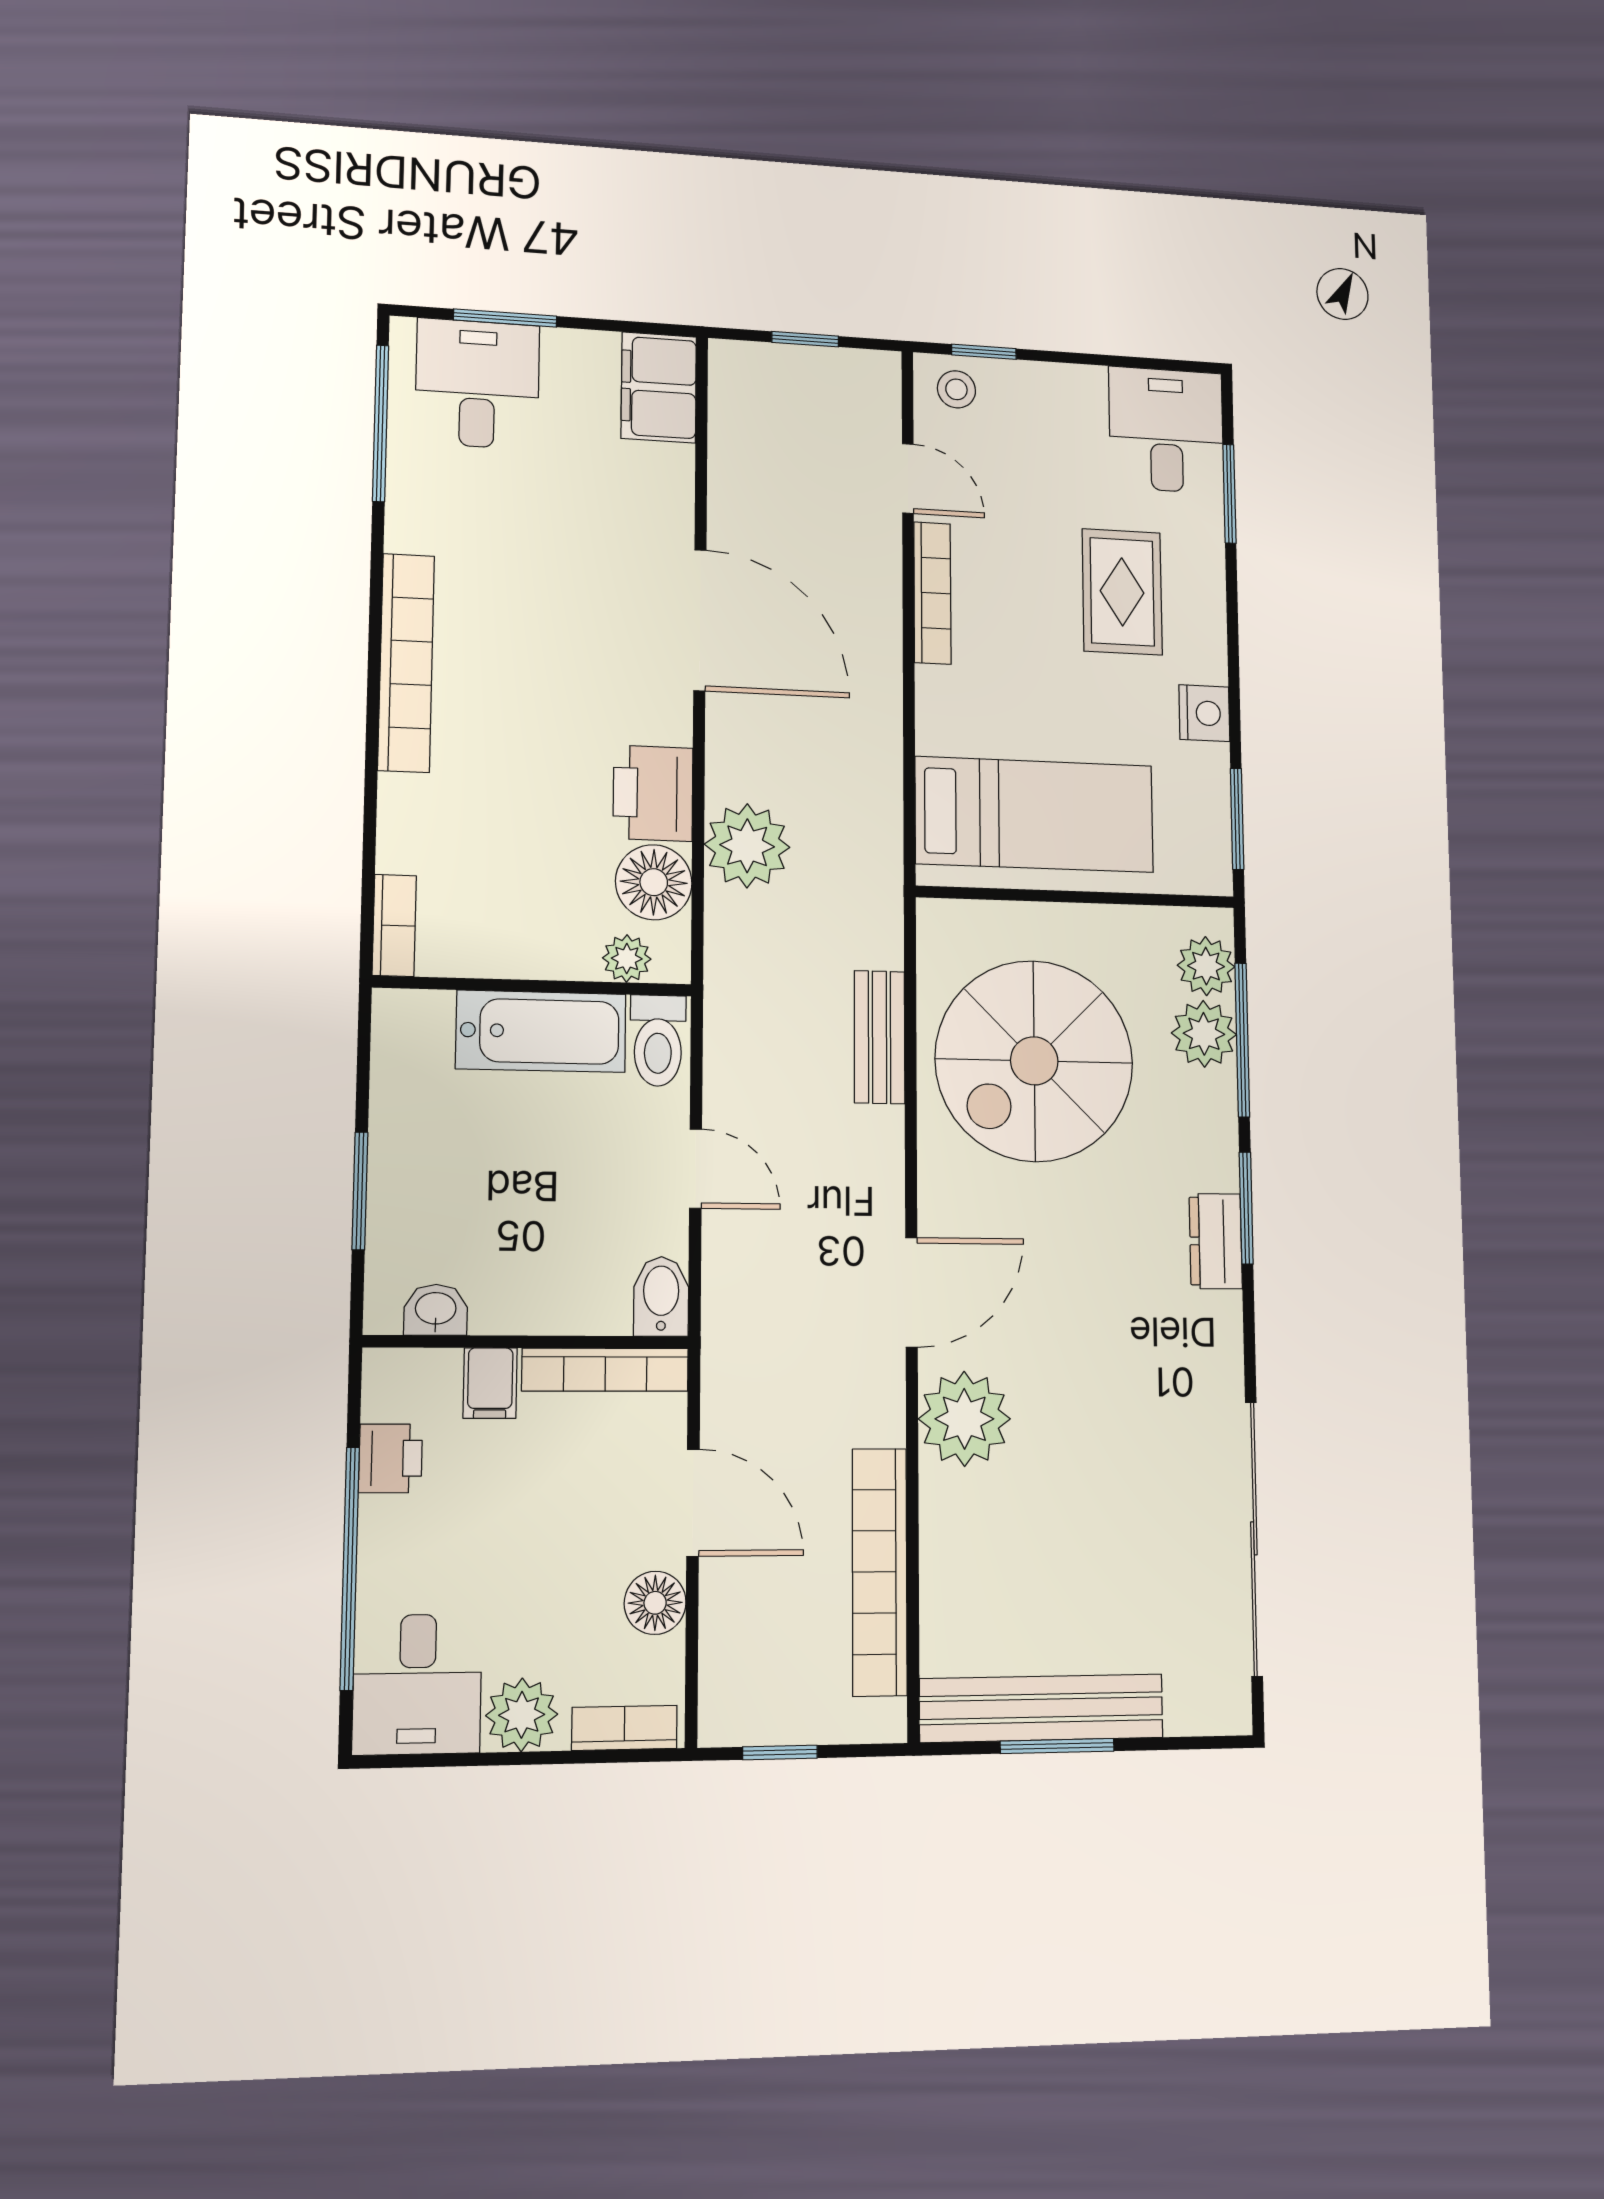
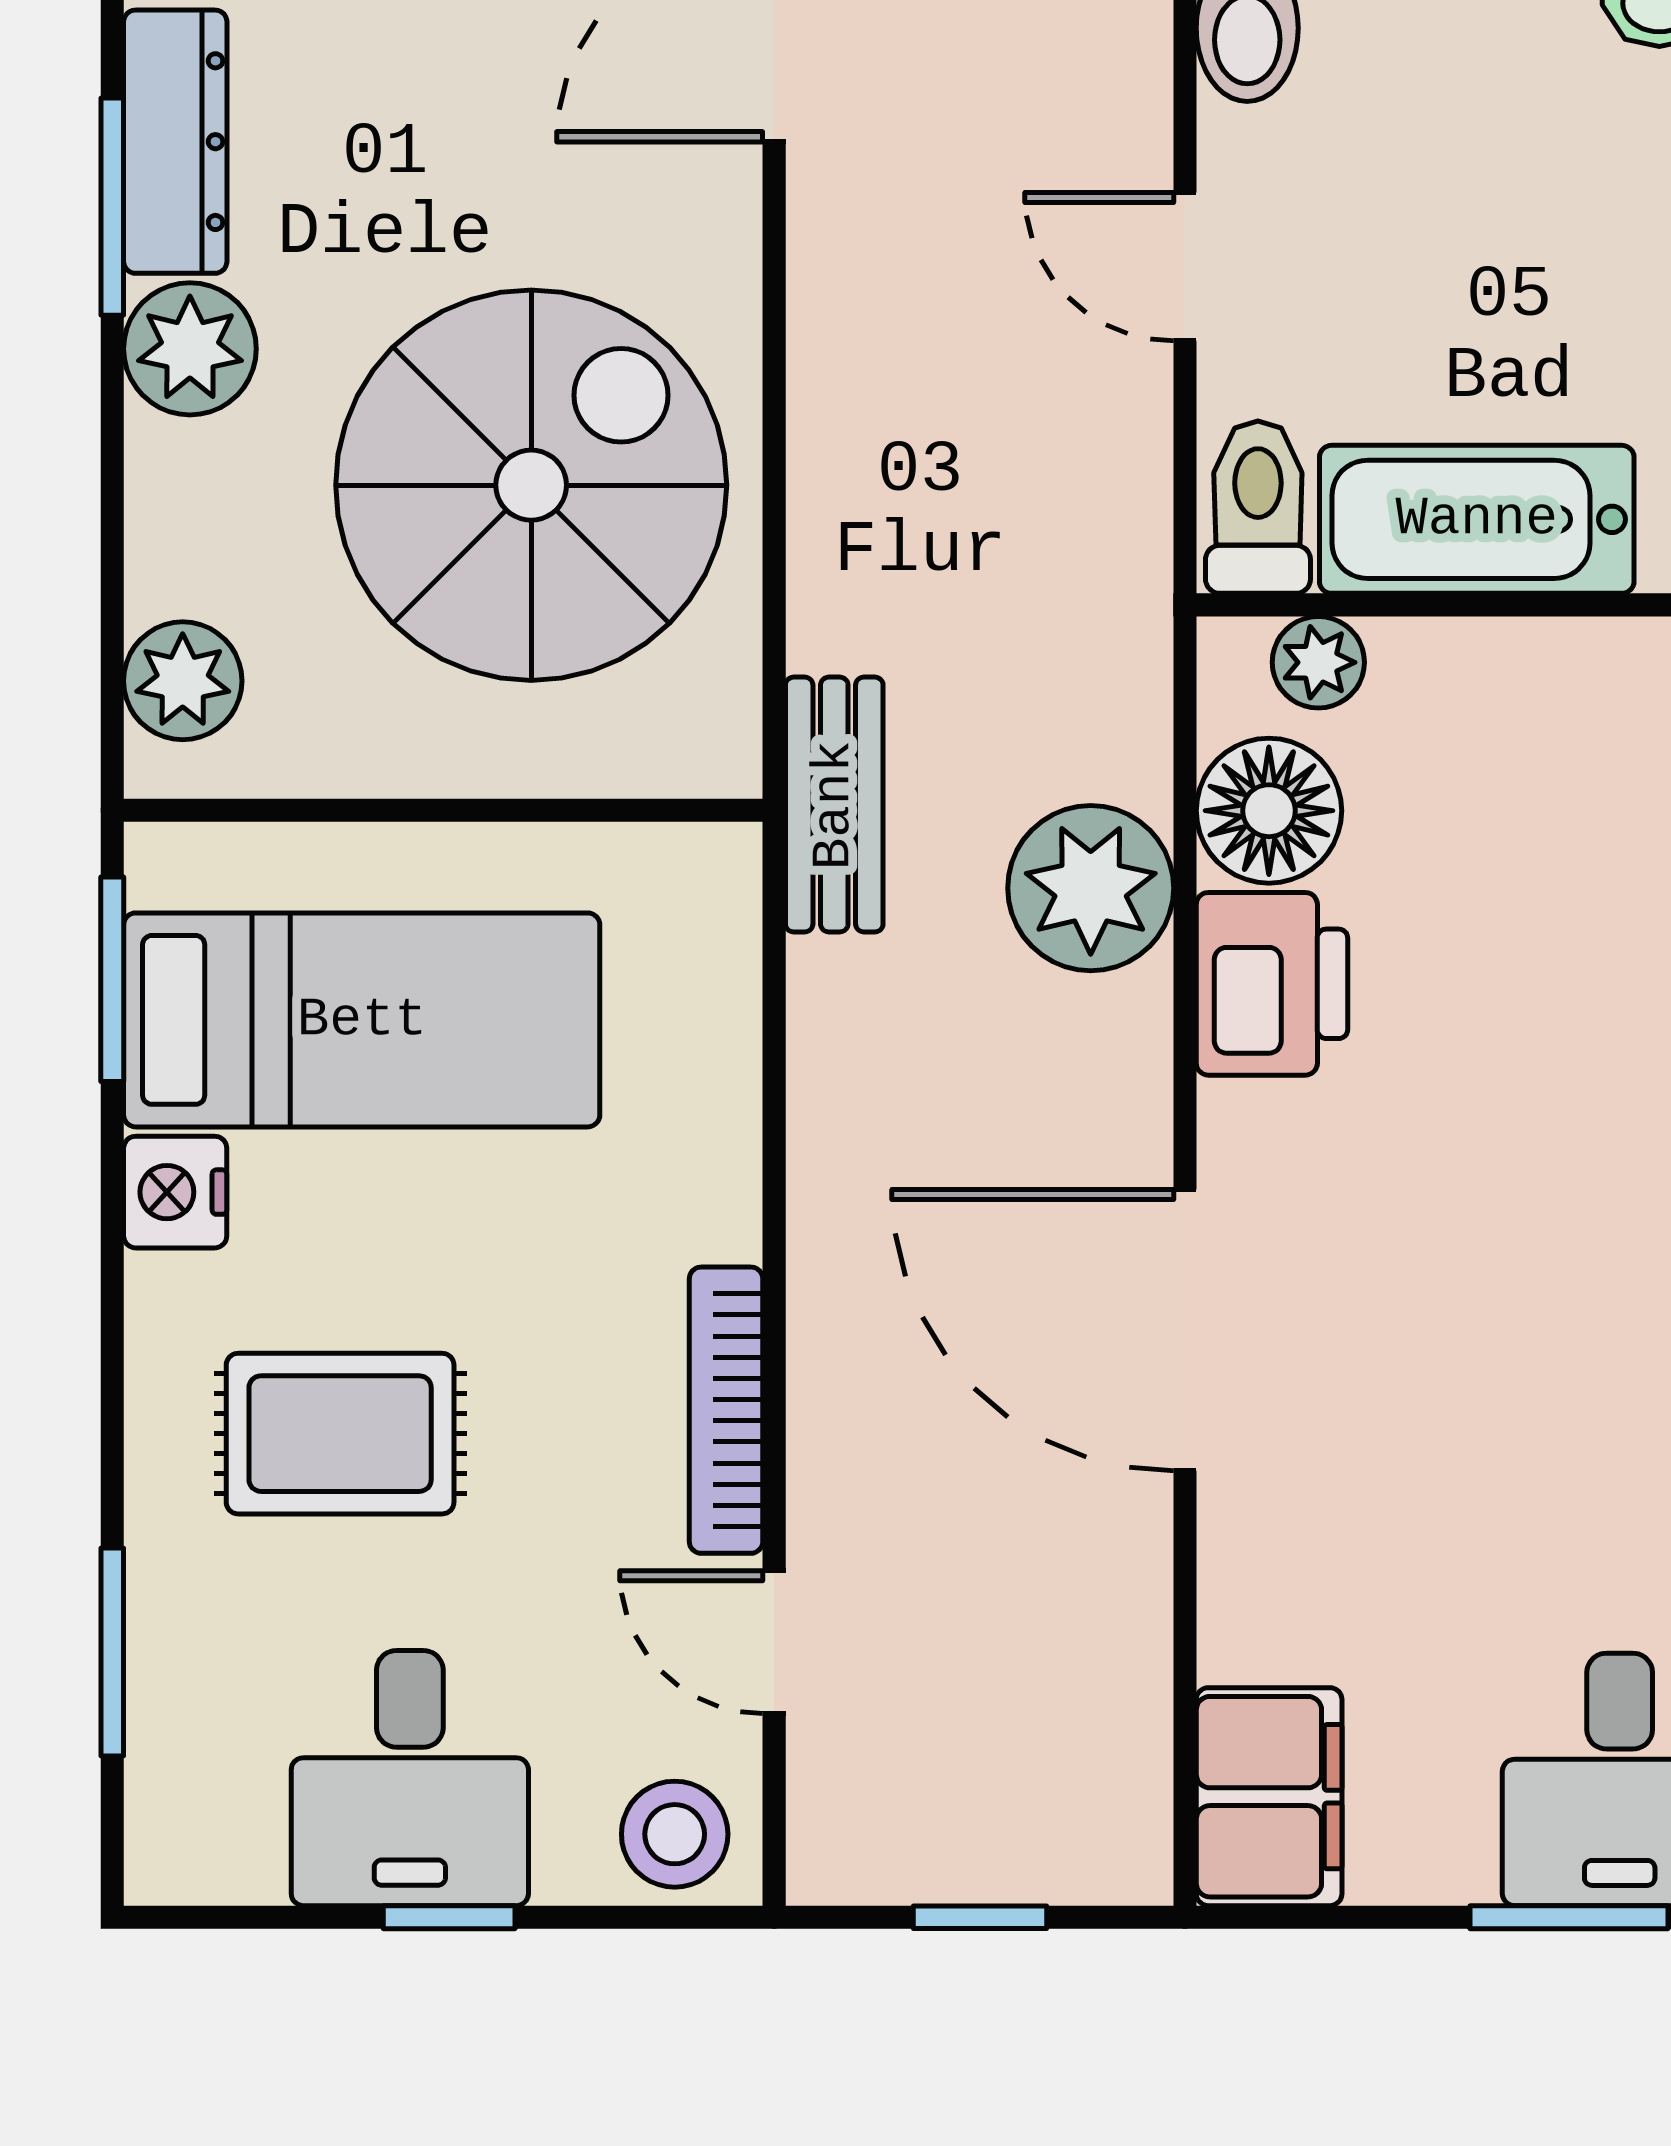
window: (984, 352) -> (449, 1917), moved
stool: (956, 389) -> (675, 1834), width x1.37, depth x1.37
desk: (1166, 430) -> (410, 1778), moved
rug: (1122, 592) -> (340, 1434), turned 90
bed: (1035, 814) -> (362, 1020), moved, turned 180
plant: (1204, 1034) -> (190, 349), moved
bench: (879, 1037) -> (834, 805), moved
window: (1242, 1040) -> (112, 536), removed
dresser: (1216, 1241) -> (175, 142), width x1.44

